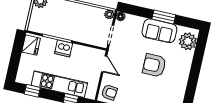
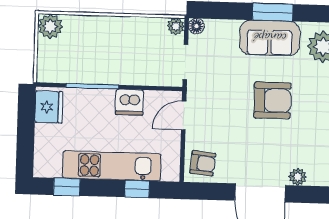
dishwasher: (64, 48) -> (129, 102), moved
door: (104, 64) -> (184, 115), swing flipped
armchair: (154, 65) -> (272, 100), turned 180

